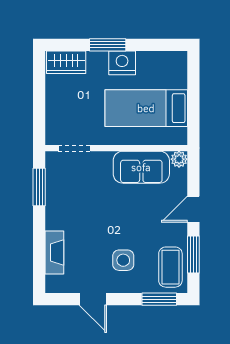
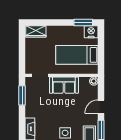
window: (108, 45) -> (83, 23), moved
nightstand: (122, 63) -> (91, 32), moved
sofa: (141, 167) -> (64, 85), moved

